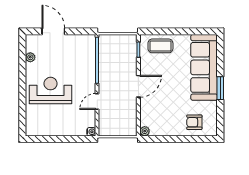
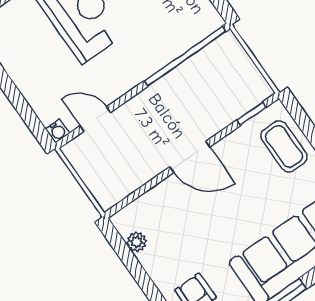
door: (97, 102) -> (95, 119), moved
plant: (145, 131) -> (137, 242), moved

